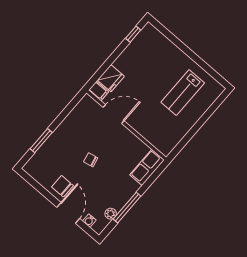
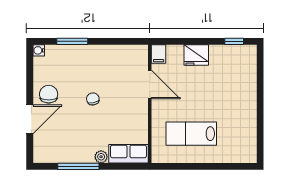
fridge: (111, 78) -> (196, 55), moved
lab bench: (183, 93) -> (191, 134), moved
plant: (111, 214) -> (101, 157), moved
water cooler: (89, 221) -> (39, 50), moved

